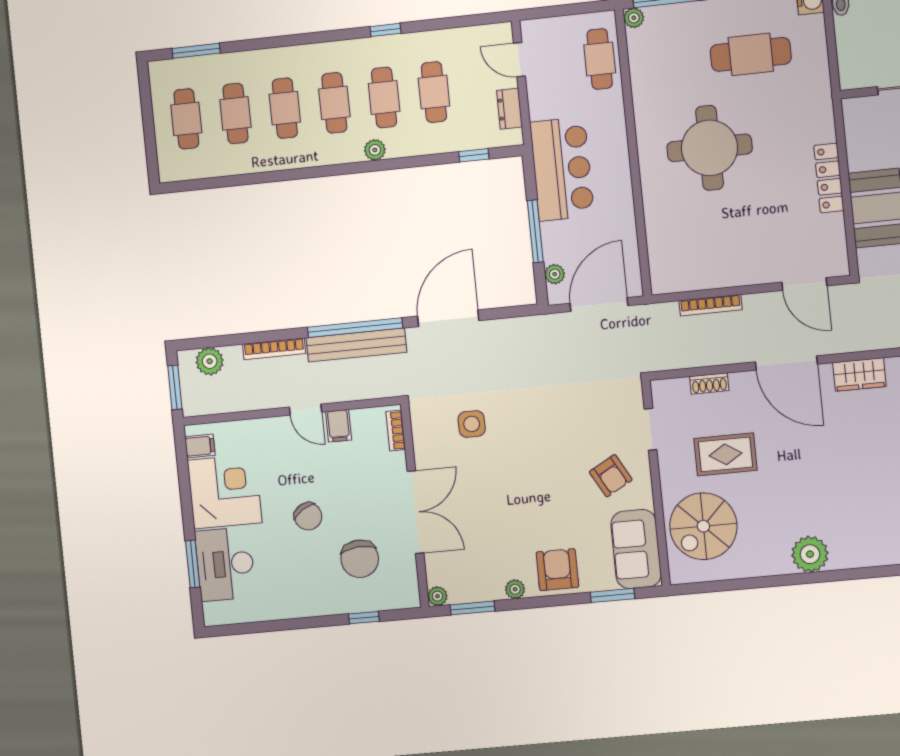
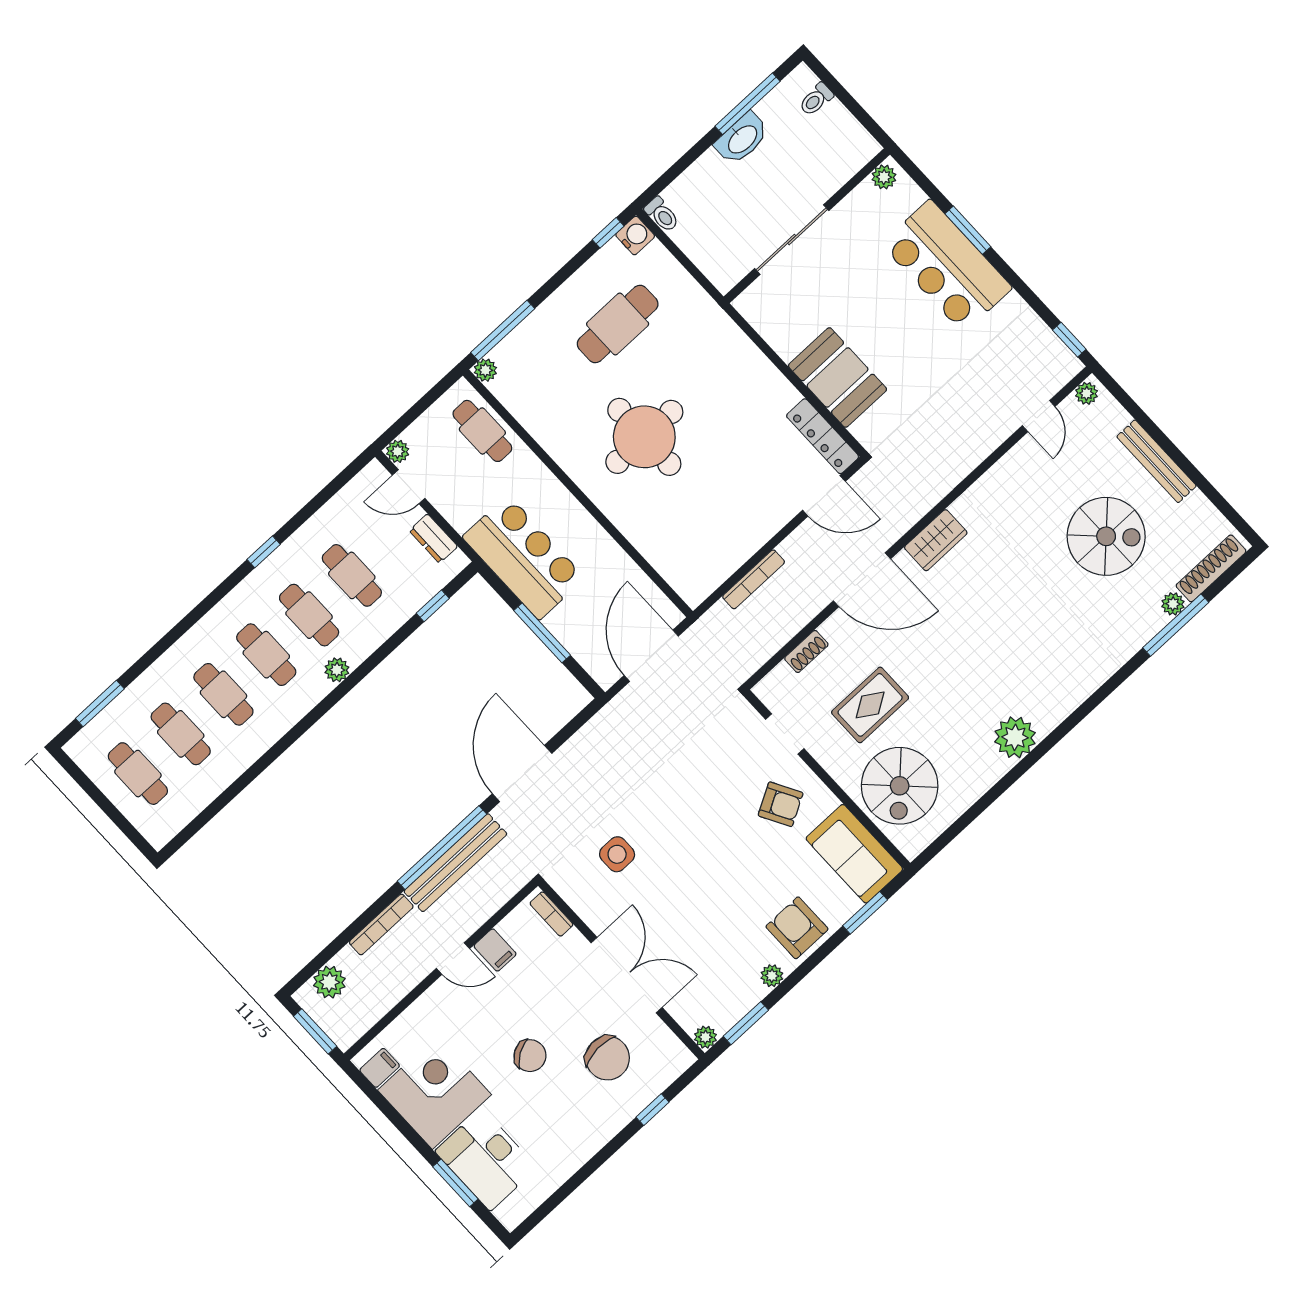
locker: (829, 178) -> (823, 436), moved
plant: (555, 274) -> (398, 451), moved

